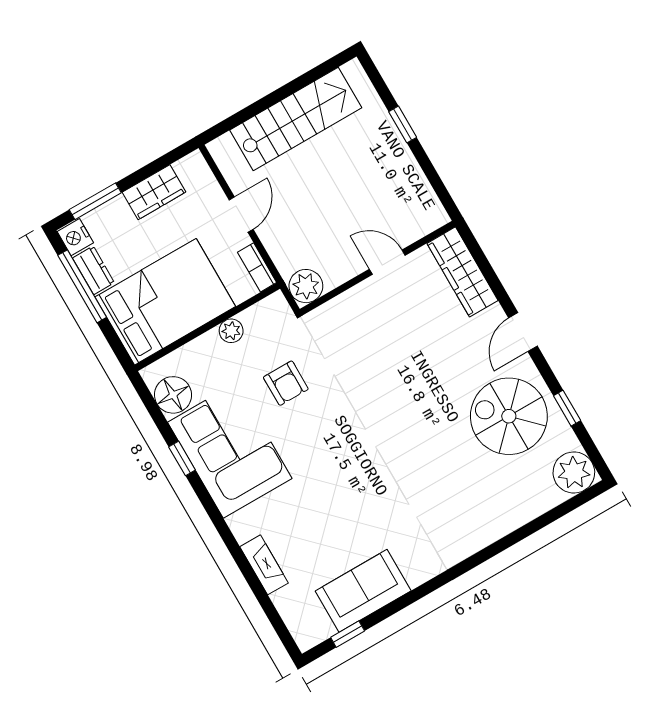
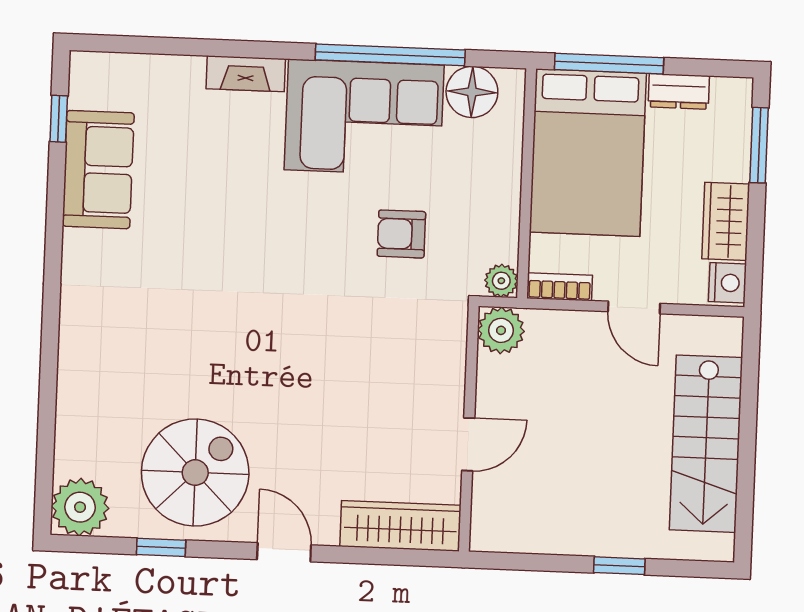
nightstand: (75, 237) -> (727, 283), moved, turned 90
window: (82, 286) -> (609, 64), moved
plant: (231, 331) -> (501, 281), moved
window: (182, 459) -> (390, 55), width x3.17
fireplace: (264, 565) -> (246, 74), moved

